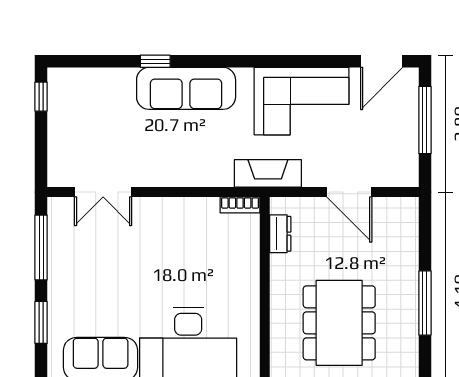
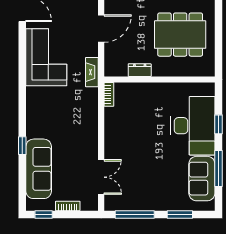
sofa: (186, 88) -> (39, 169), moved
bookcase: (55, 137) -> (68, 206), added
fireplace: (268, 173) -> (92, 72), width x0.73, depth x0.76
dresser: (280, 234) -> (140, 70), moved

